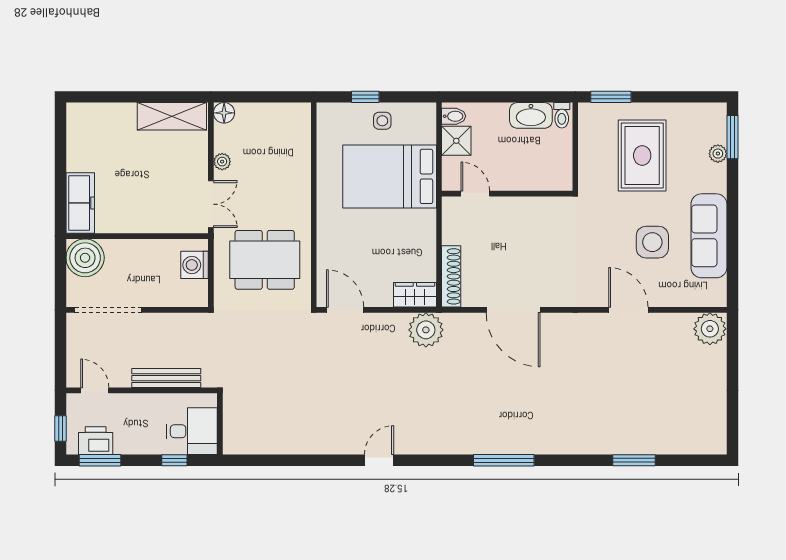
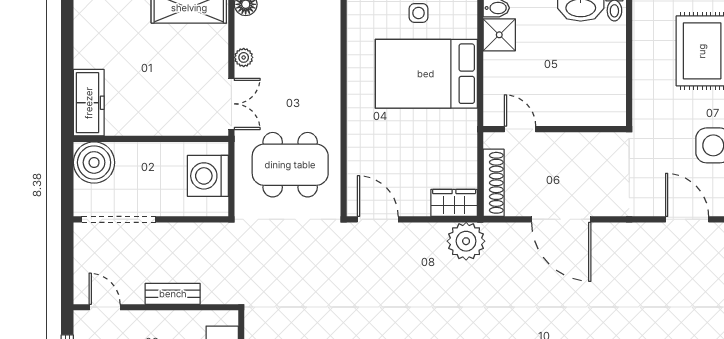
door: (475, 194) -> (520, 129), moved
wall: (507, 194) -> (555, 129), moved
washing machine: (195, 265) -> (208, 176), width x1.37, depth x1.37
bench: (166, 378) -> (173, 294), width x0.73

